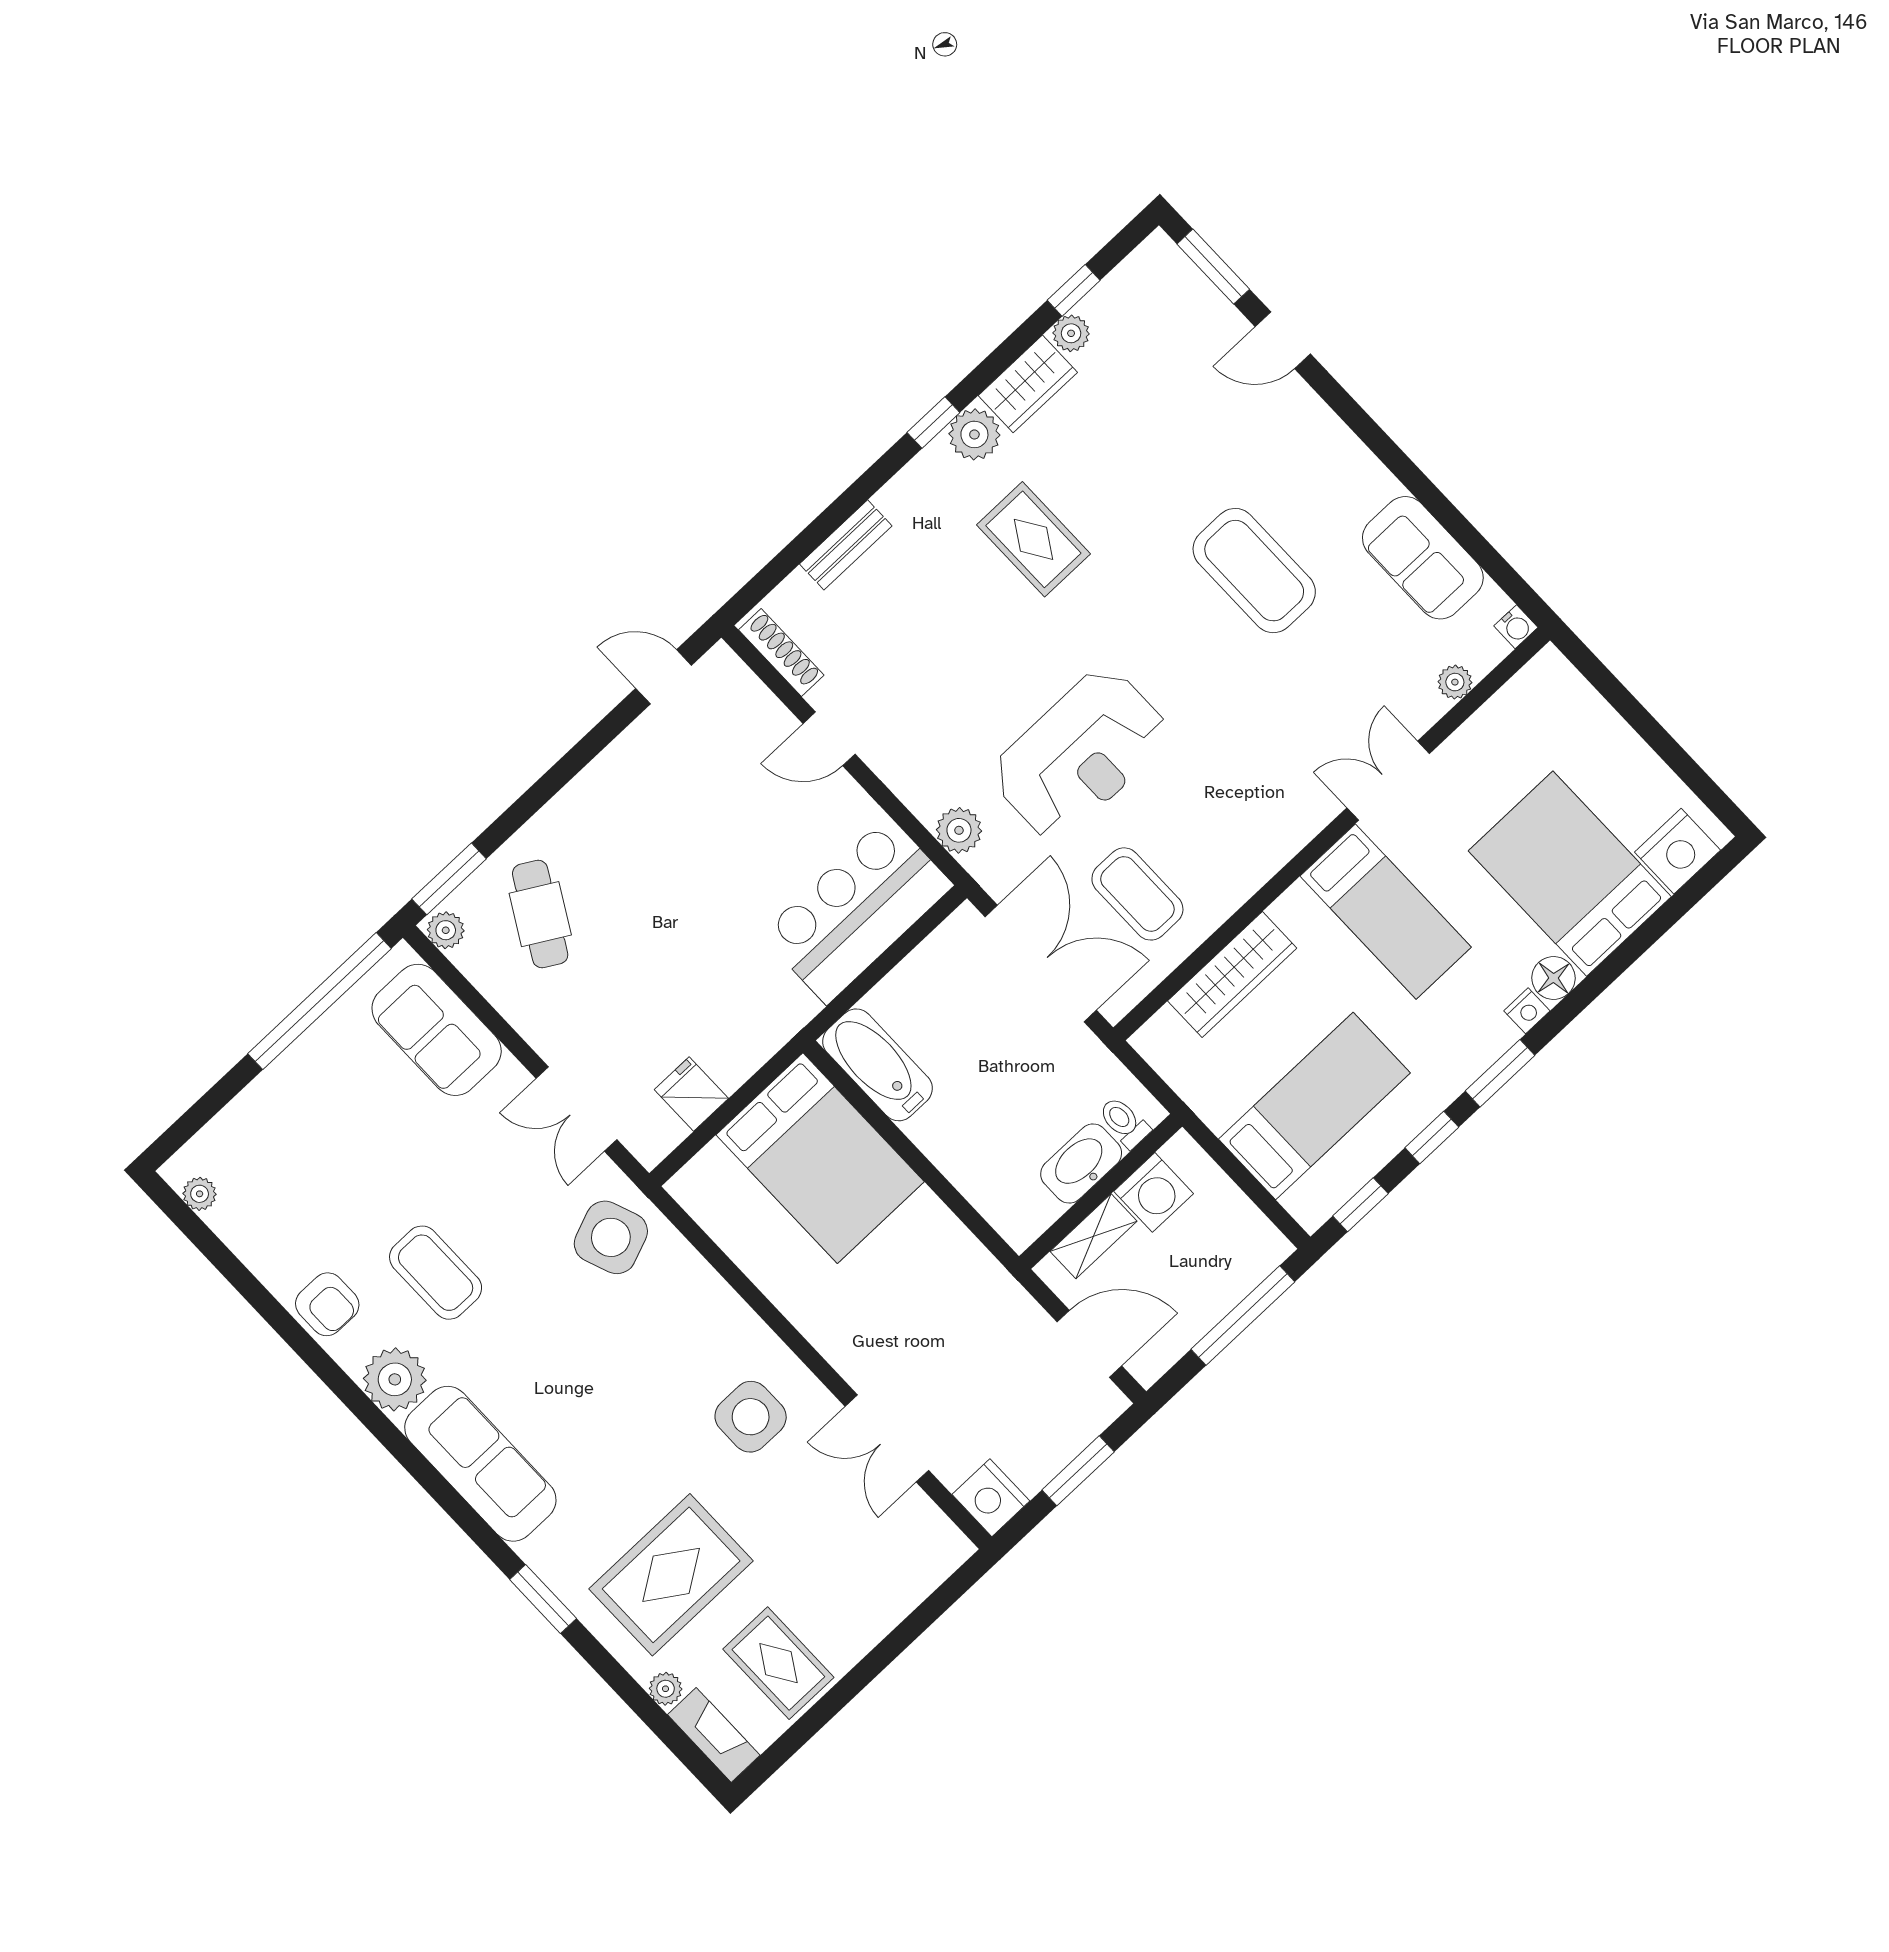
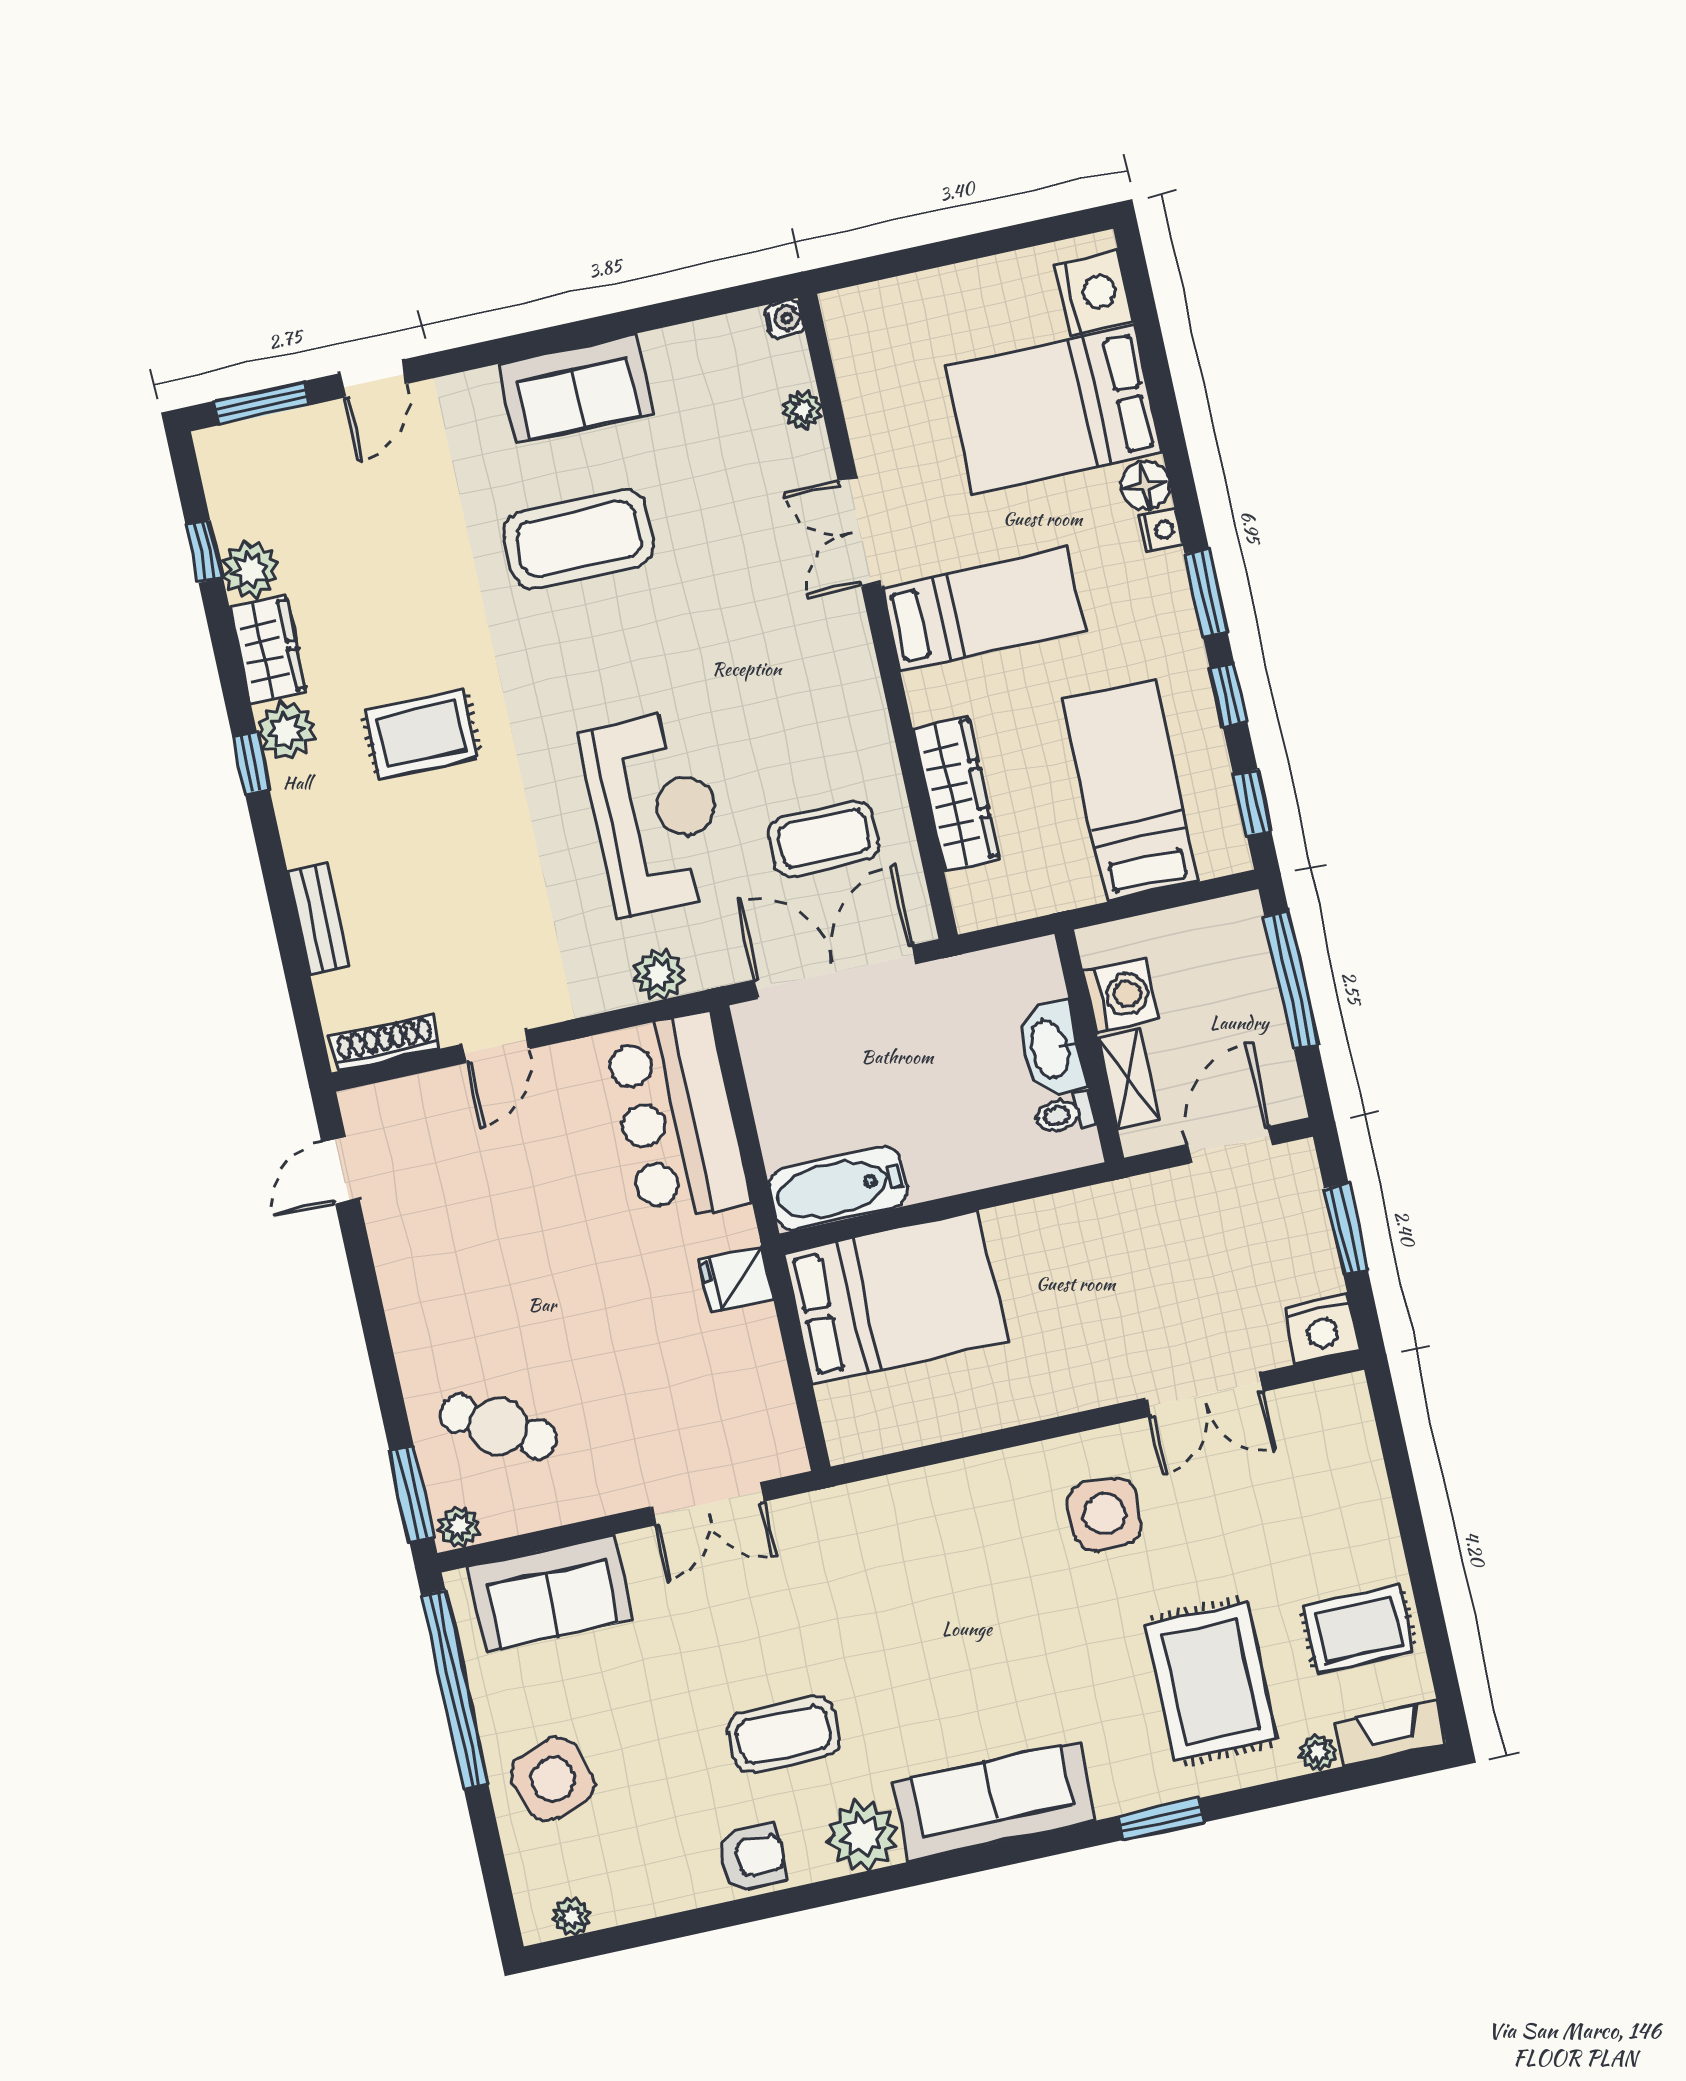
plant: (1071, 333) -> (250, 570), width x1.38, depth x1.38
sofa: (1423, 558) -> (576, 388), moved
fridge: (691, 1094) -> (736, 1280), moved
toilet: (1124, 1122) -> (1065, 1114), moved
side table: (611, 1237) -> (553, 1779), moved

